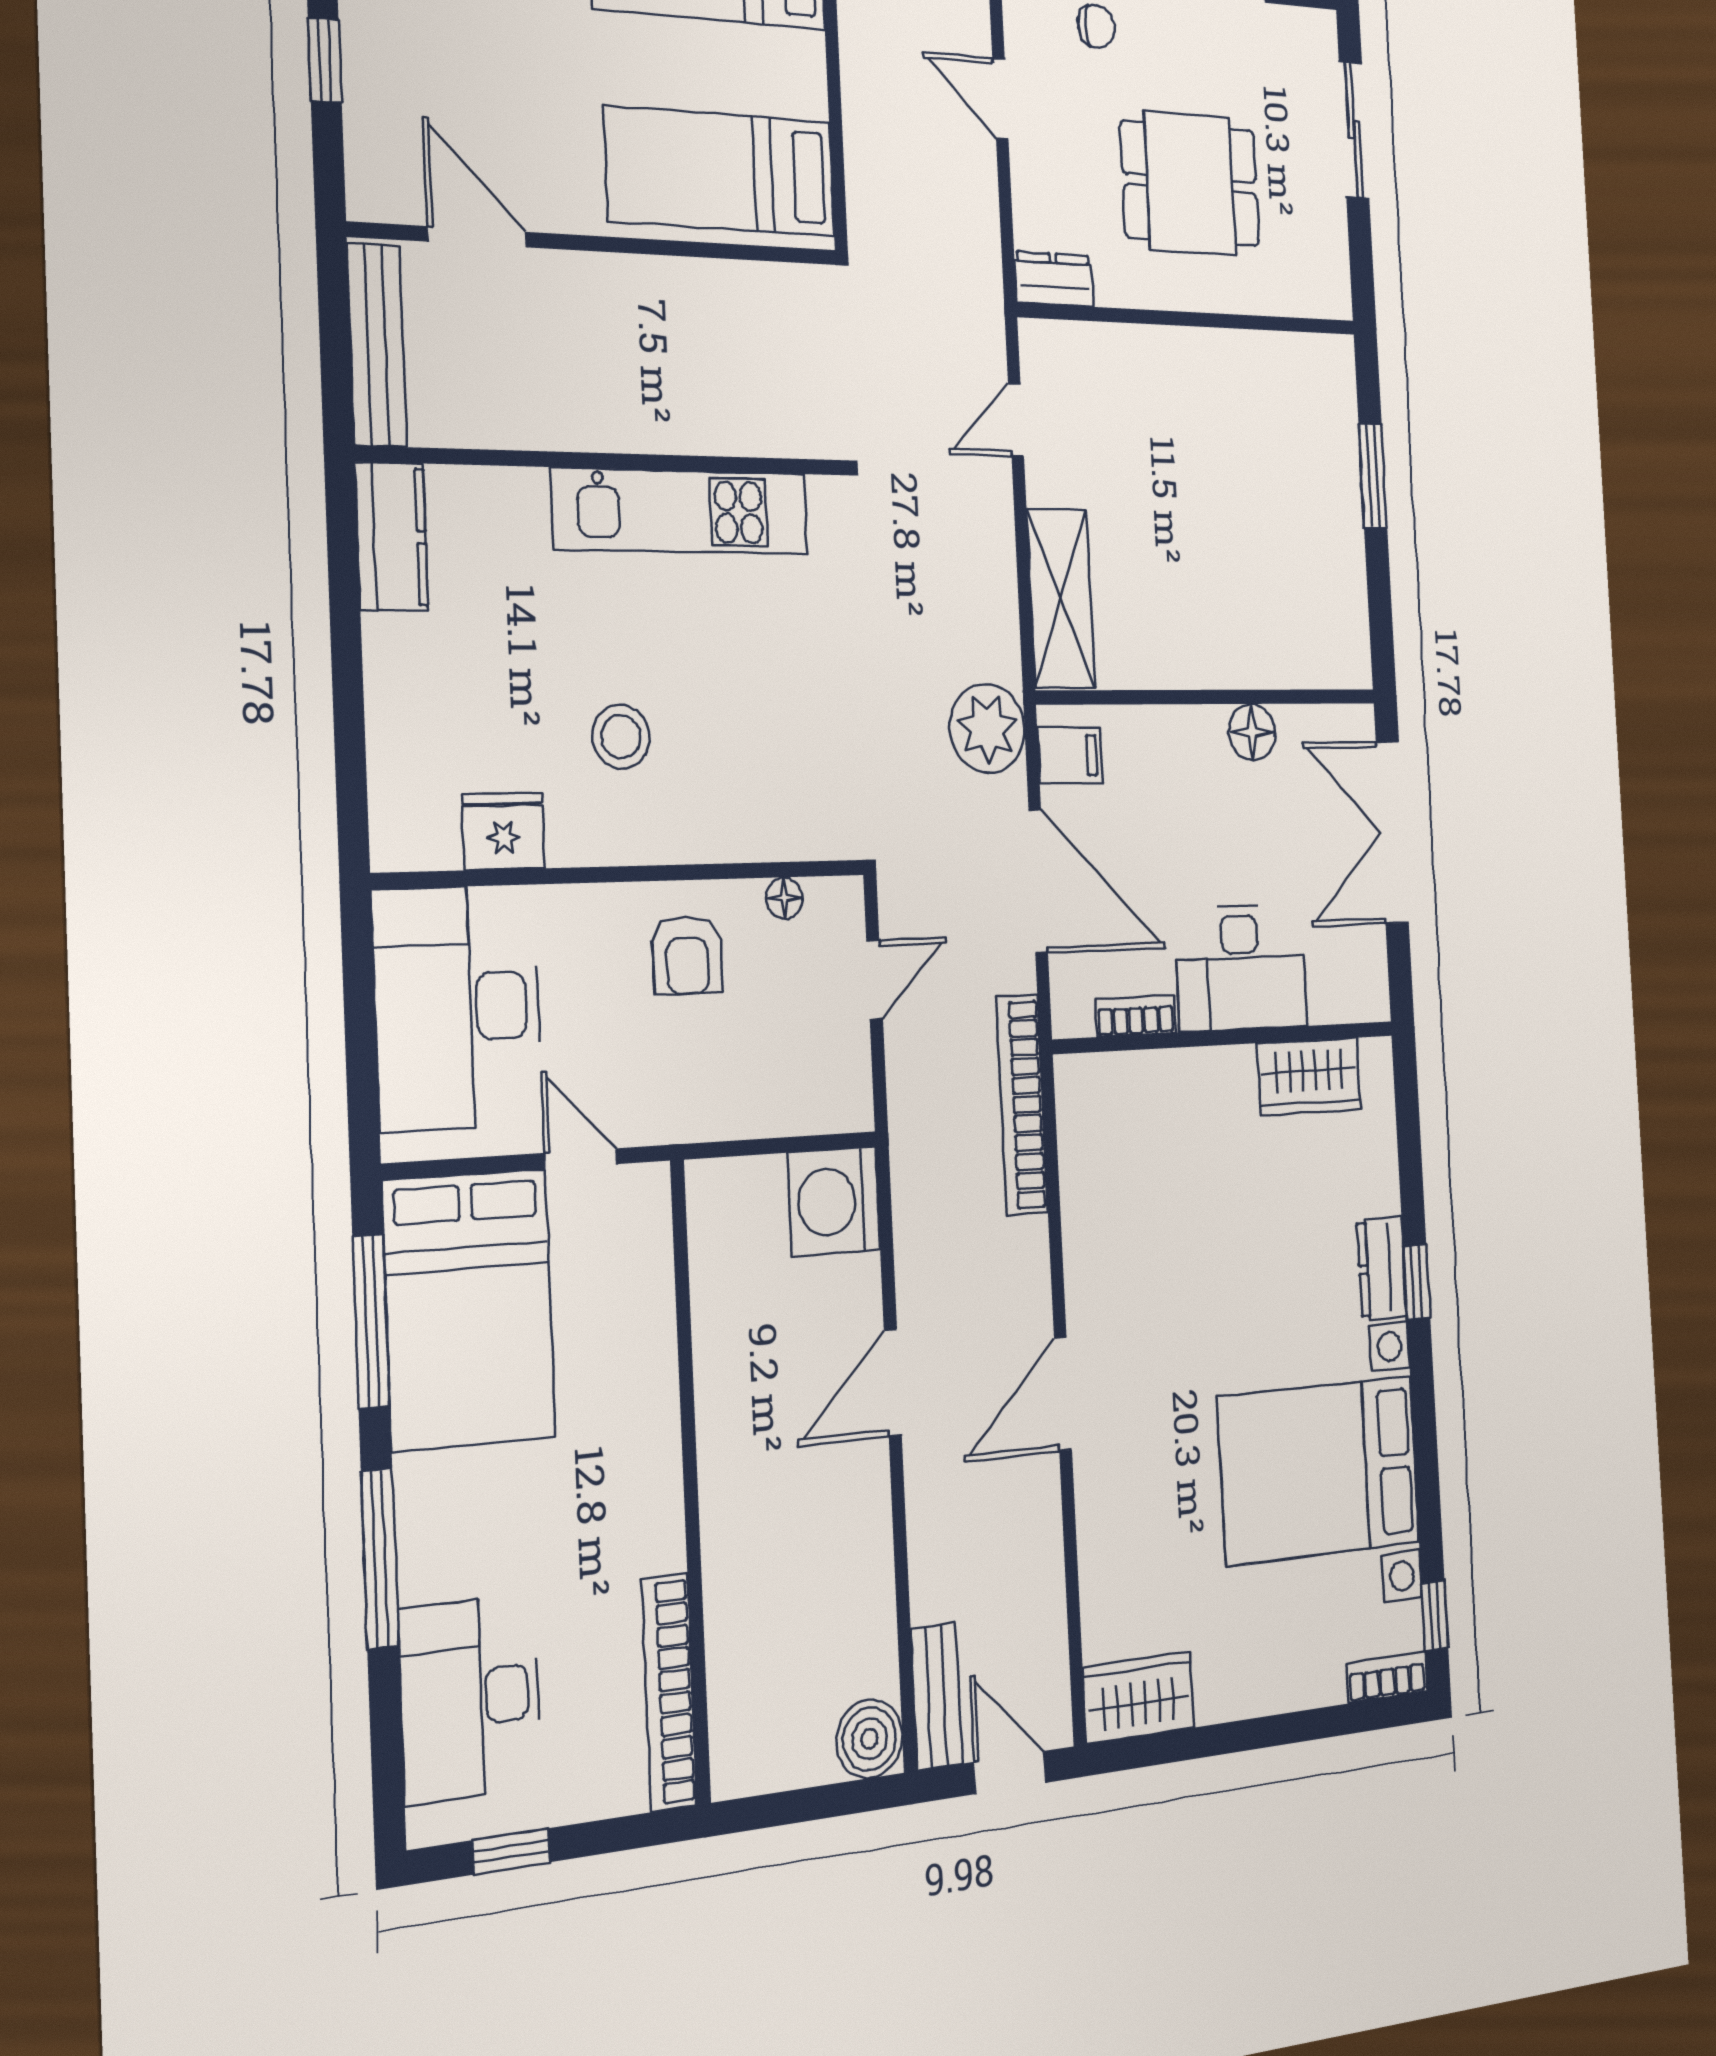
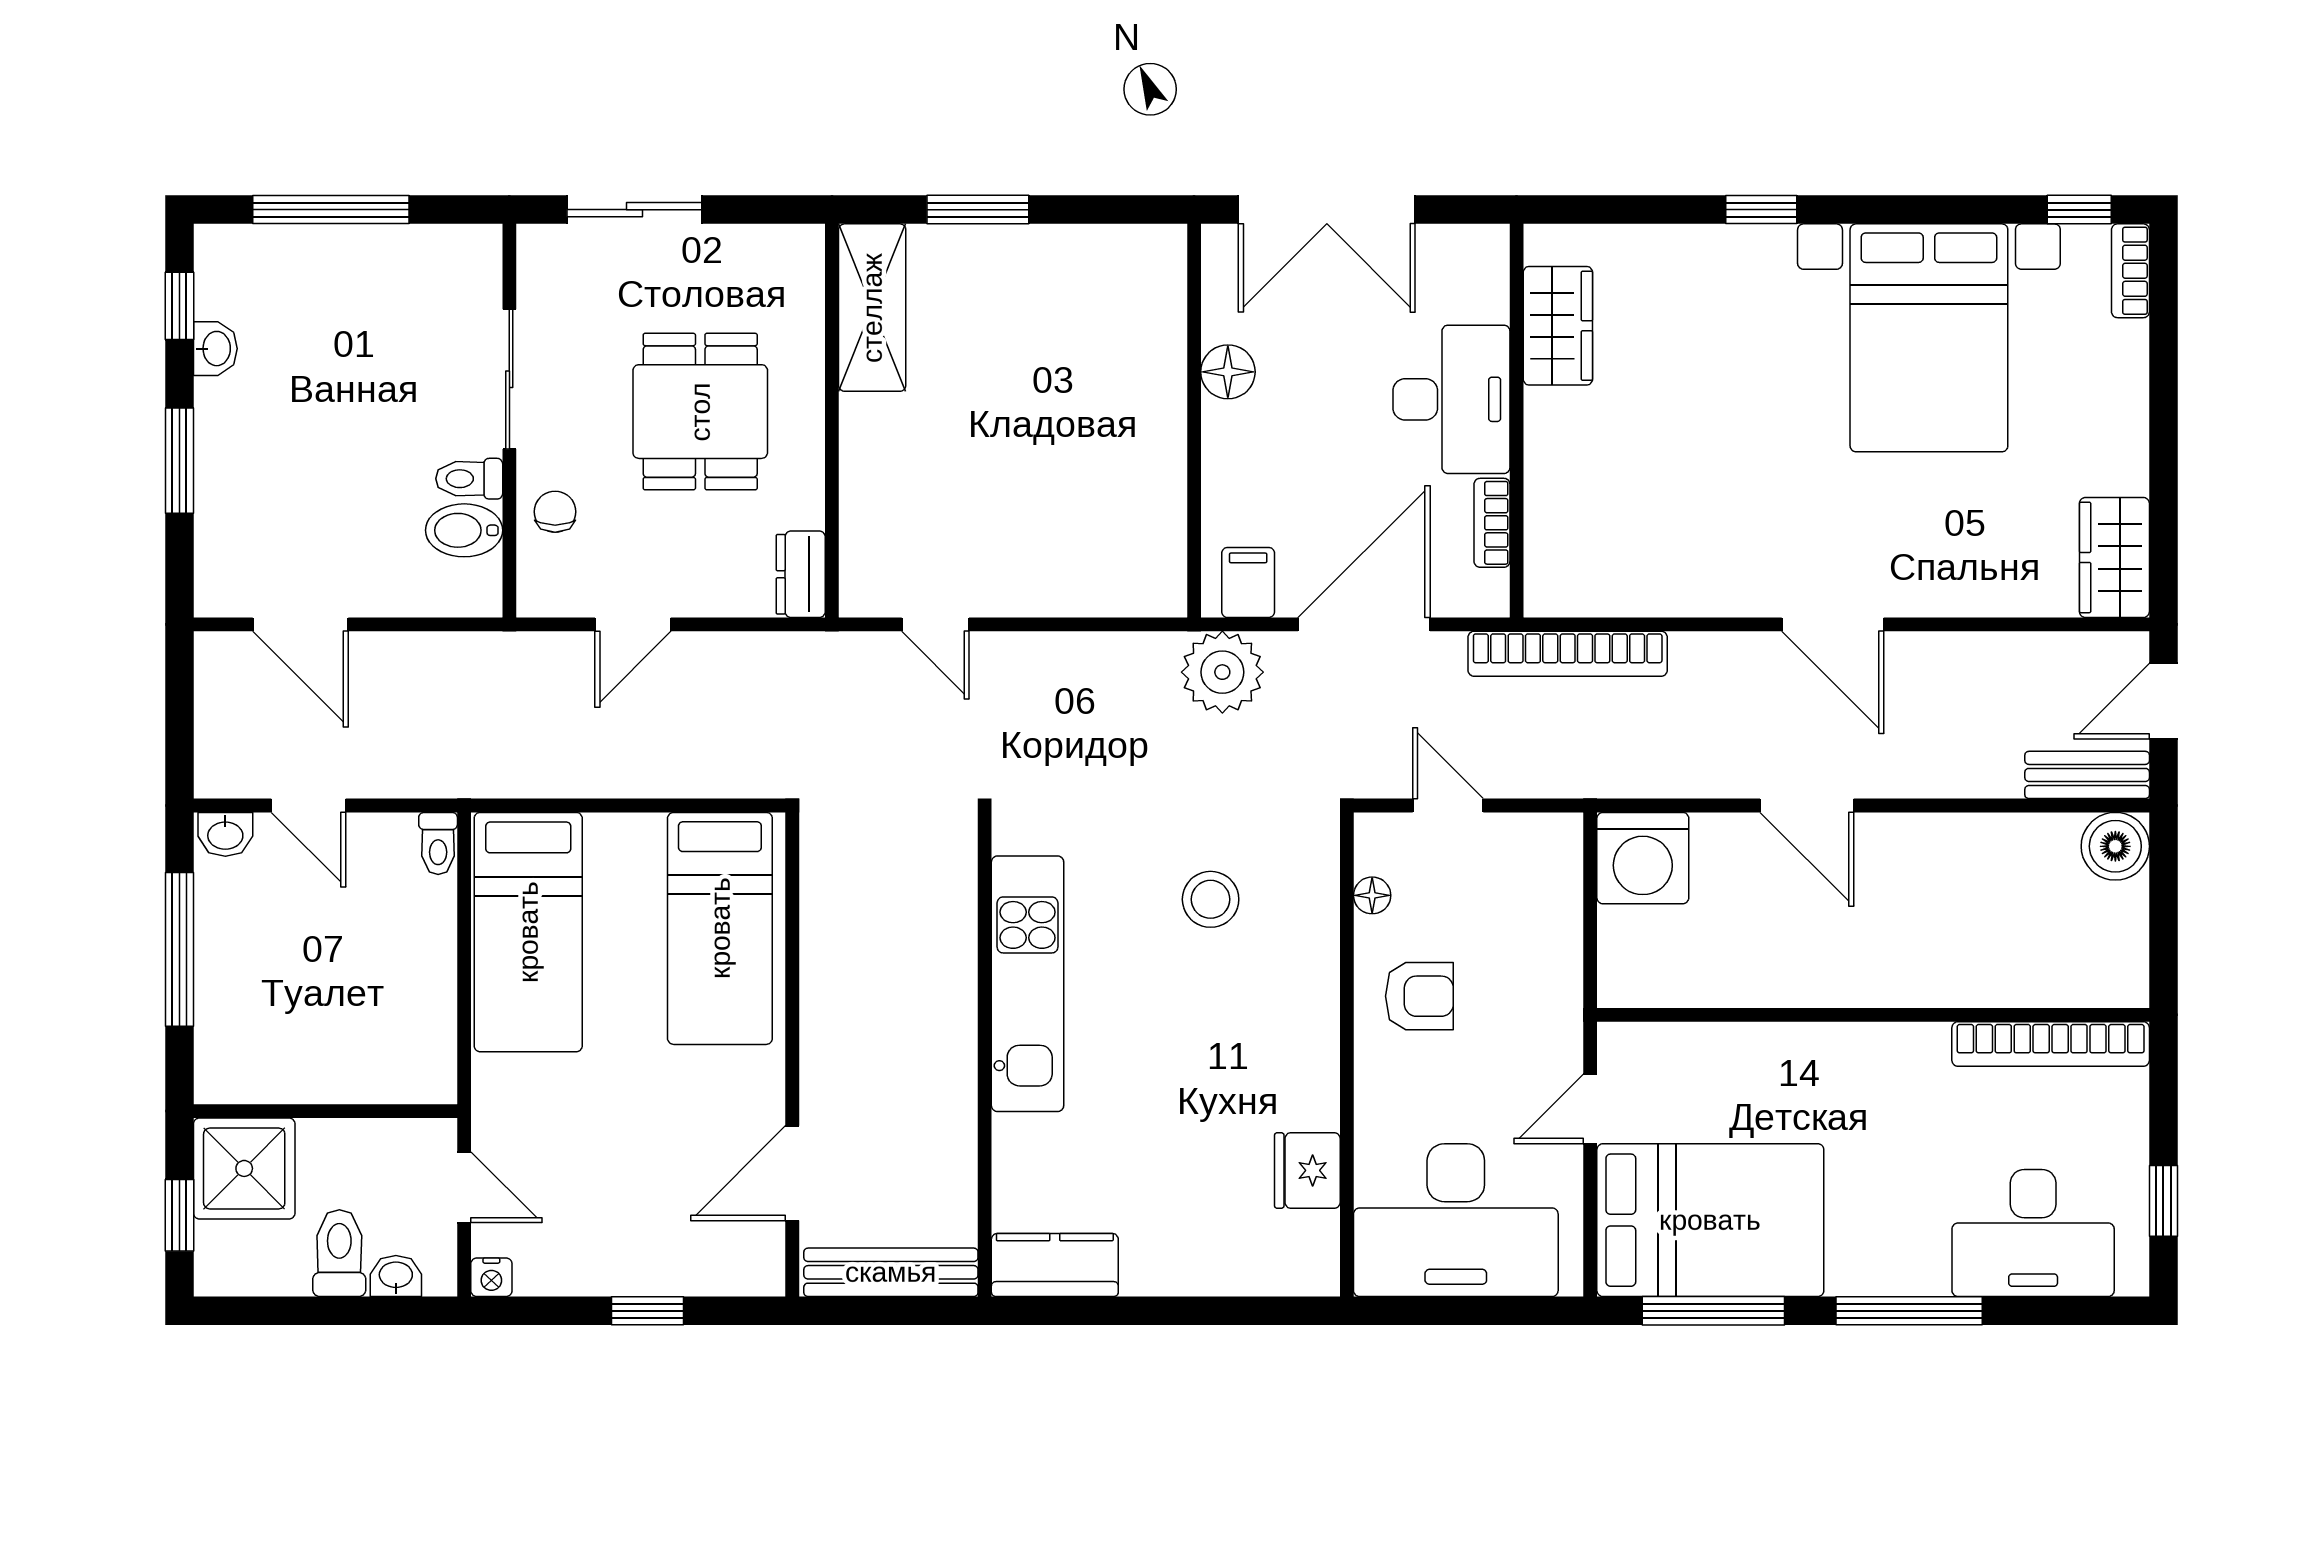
shelving: (1061, 598) -> (872, 308), moved, turned 90
stool: (621, 737) -> (1211, 899), moved
dresser: (1382, 1268) -> (1745, 251), removed

